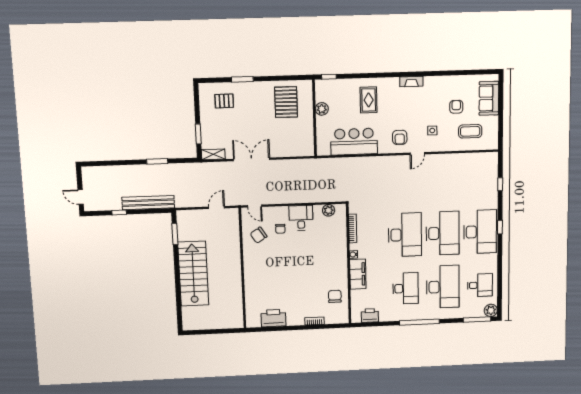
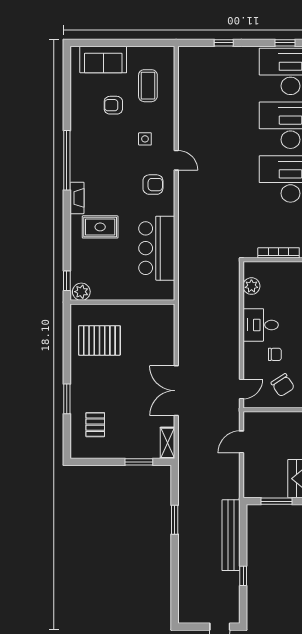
window: (416, 74) -> (67, 160), added
fireplace: (411, 82) -> (77, 198), moved
plant: (322, 109) -> (81, 292), moved
door: (216, 208) -> (241, 442), hinge flipped

